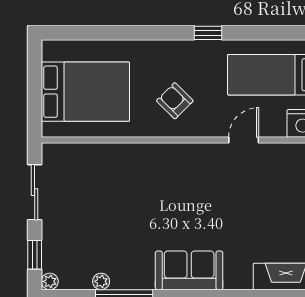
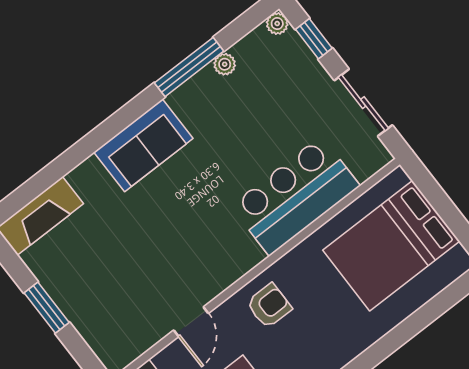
armchair: (175, 101) -> (269, 306), moved, turned -45
bar counter: (120, 167) -> (295, 196), added

